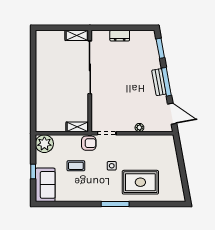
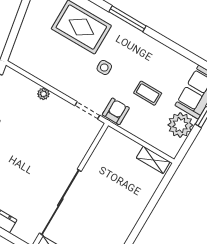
shelving: (77, 127) -> (153, 160), moved
armchair: (89, 143) -> (116, 111), turned 90
plant: (44, 144) -> (180, 125), moved

